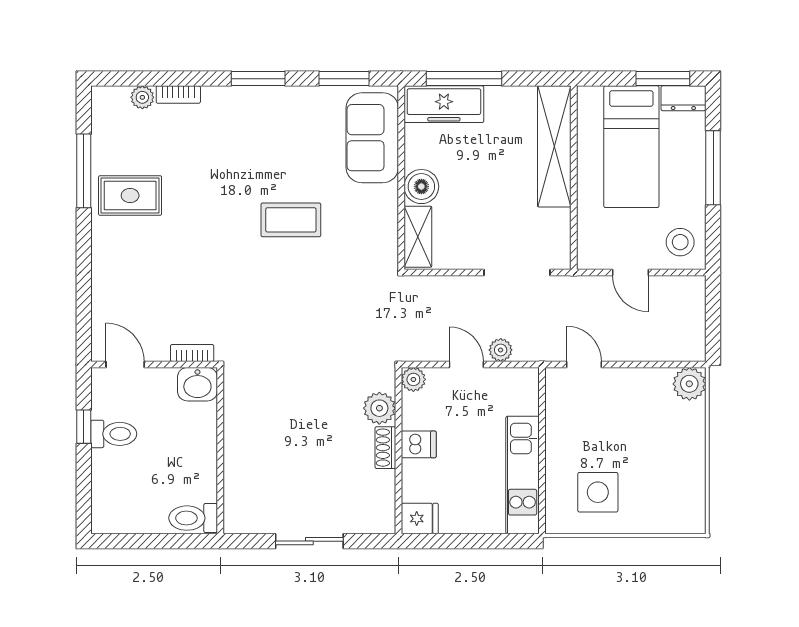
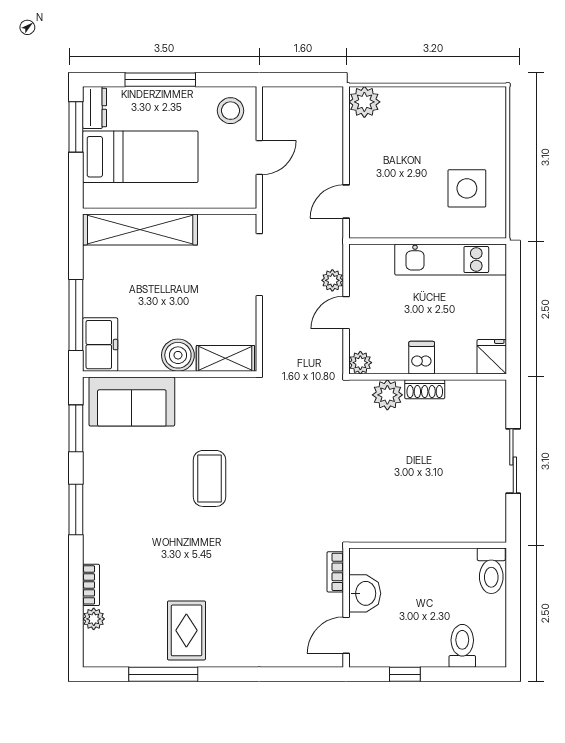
freezer: (444, 104) -> (100, 345), width x0.71
washbasin: (197, 384) -> (365, 593), moved
toilet: (114, 434) -> (462, 646), moved

